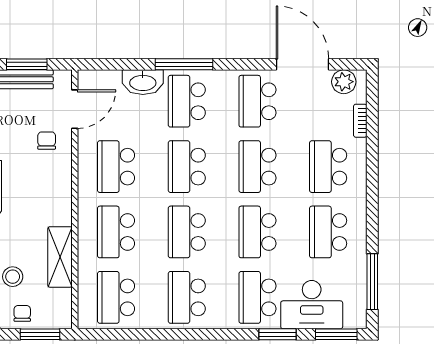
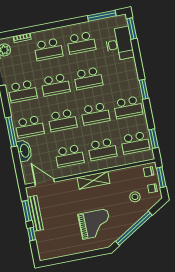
chair: (47, 141) -> (149, 172), moved
shelving: (60, 257) -> (93, 180), moved
school desk: (257, 297) -> (121, 72), removed
window: (117, 334) -> (154, 139), added
window: (278, 334) -> (144, 89), moved

